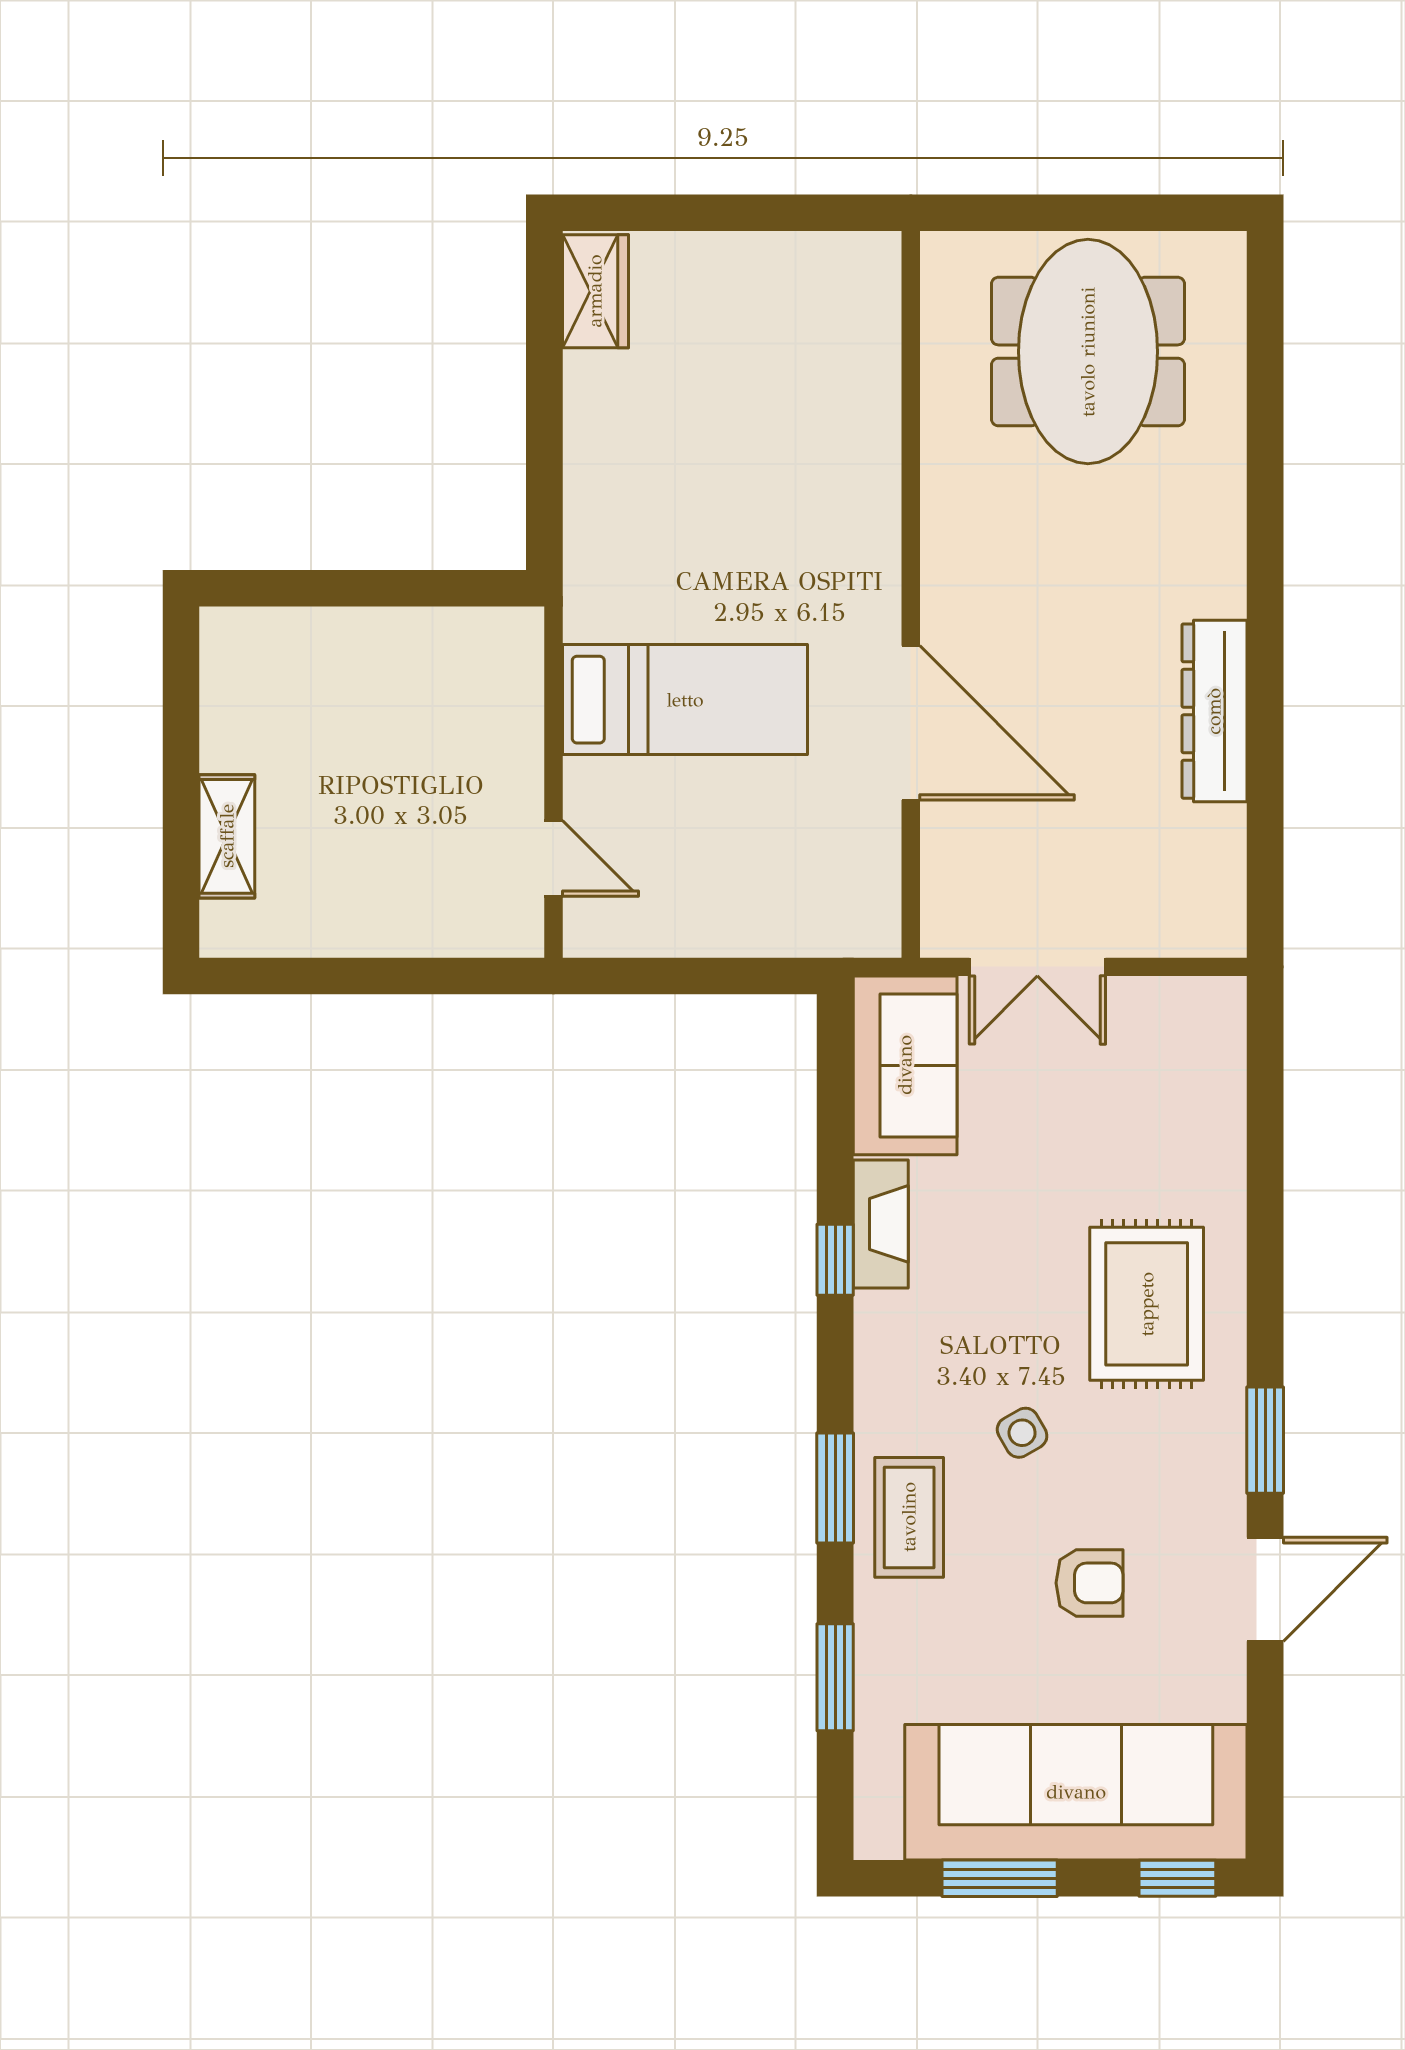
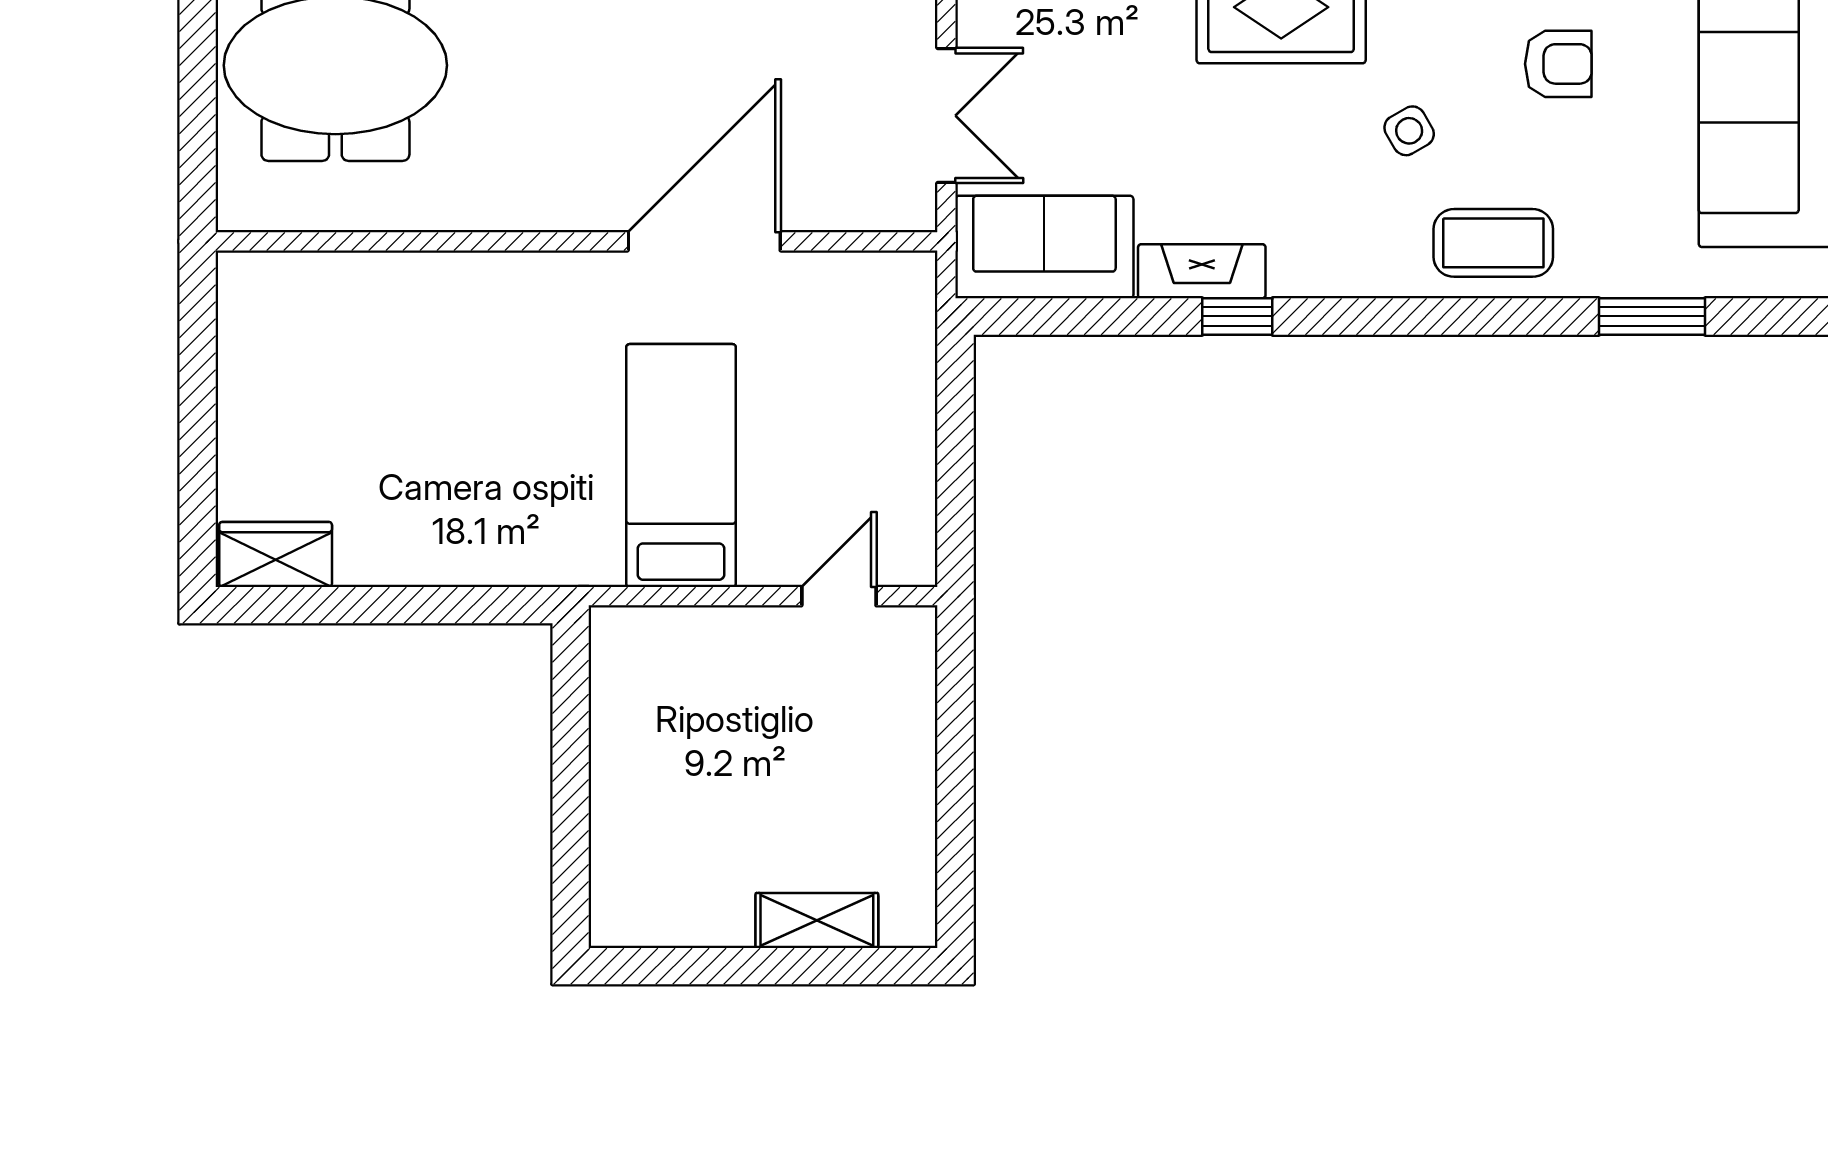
window: (835, 1488) -> (1464, 316), removed
armchair: (1089, 1583) -> (1558, 64), turned 90

